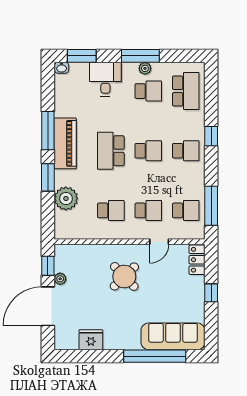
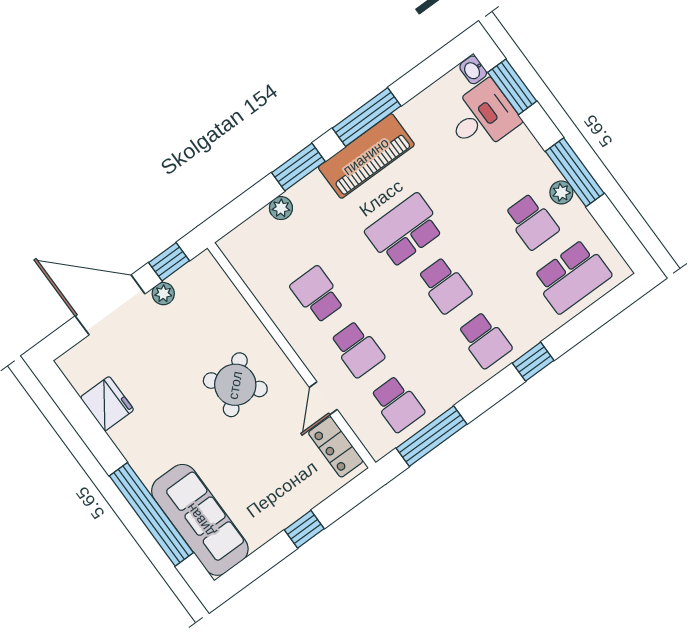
desk: (105, 79) -> (482, 117), moved
plant: (66, 198) -> (281, 208), width x0.53, depth x0.53
school desk: (111, 210) -> (317, 294), turned 180
door: (159, 242) -> (323, 398), hinge flipped
locker: (197, 260) -> (336, 447), moved, turned -90

